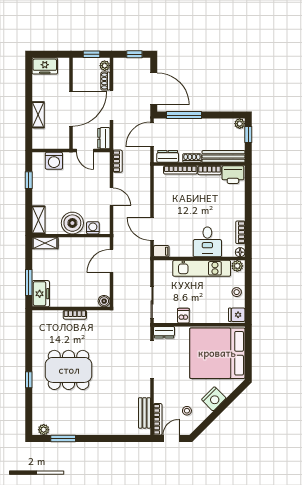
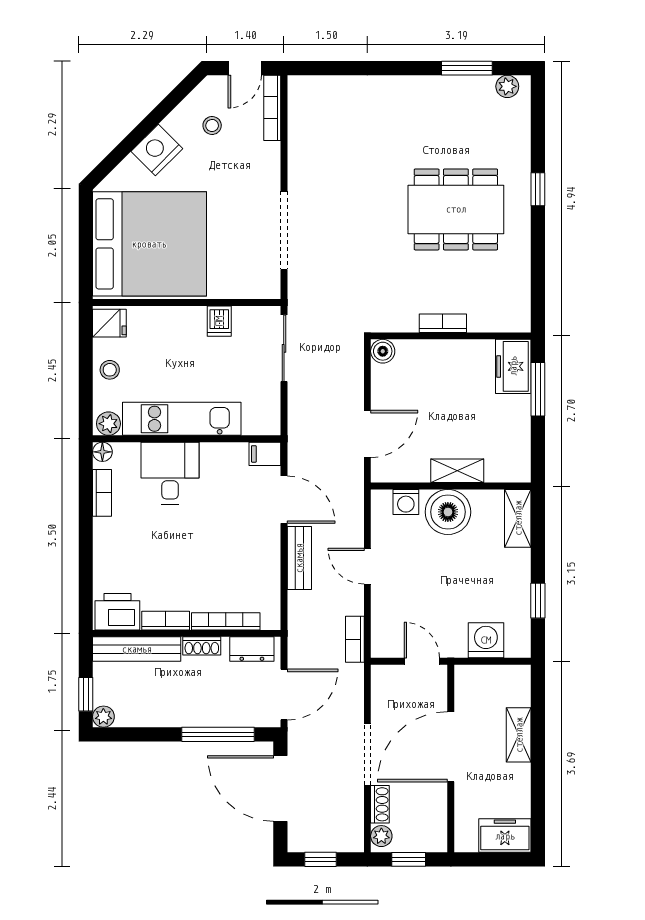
dresser: (104, 138) -> (383, 687), removed
shelving: (45, 243) -> (457, 471), moved
dresser: (164, 332) -> (259, 287), removed
bench: (145, 413) -> (299, 558), moved

